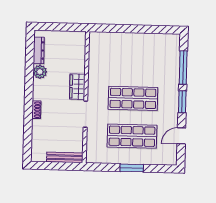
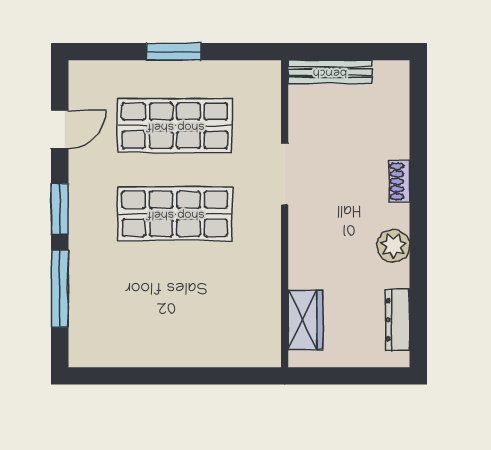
plant: (40, 72) -> (393, 246), moved
wardrobe: (77, 87) -> (305, 320), moved

